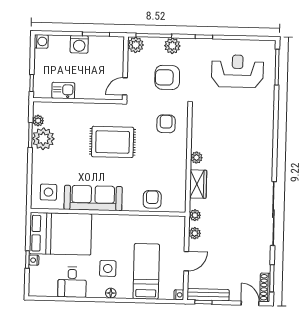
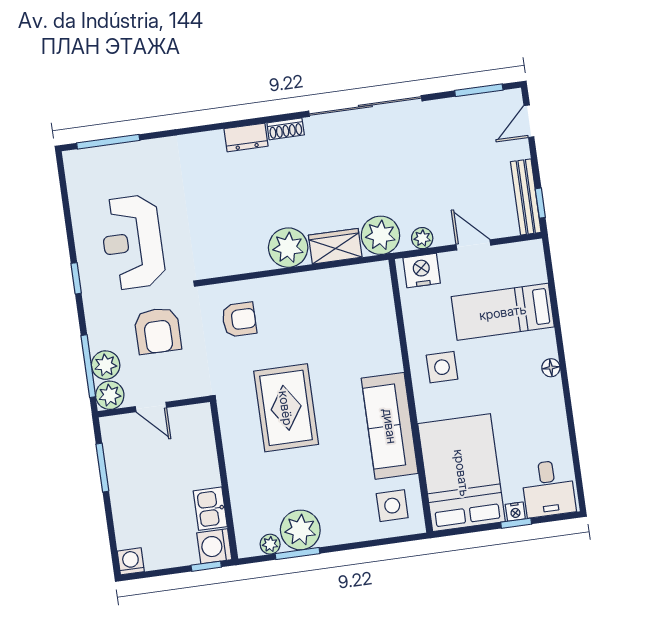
washing machine: (79, 44) -> (214, 546), moved, turned 180
plant: (172, 46) -> (106, 365), moved
reception desk: (237, 71) -> (132, 242), moved
door: (125, 86) -> (151, 407), moved
armchair: (166, 124) -> (239, 320), turned 180
dresser: (267, 144) -> (246, 137), added
plant: (196, 158) -> (288, 248), width x1.88, depth x1.88
armchair: (152, 199) -> (375, 322), removed
plant: (195, 215) -> (380, 235), width x1.87, depth x1.87
side table: (108, 268) -> (442, 367), moved
desk: (72, 282) -> (548, 489), moved, turned 90
shoe rack: (265, 287) -> (286, 129), moved, width x0.70
nightstand: (179, 295) -> (422, 270), moved, width x1.89, depth x1.79

